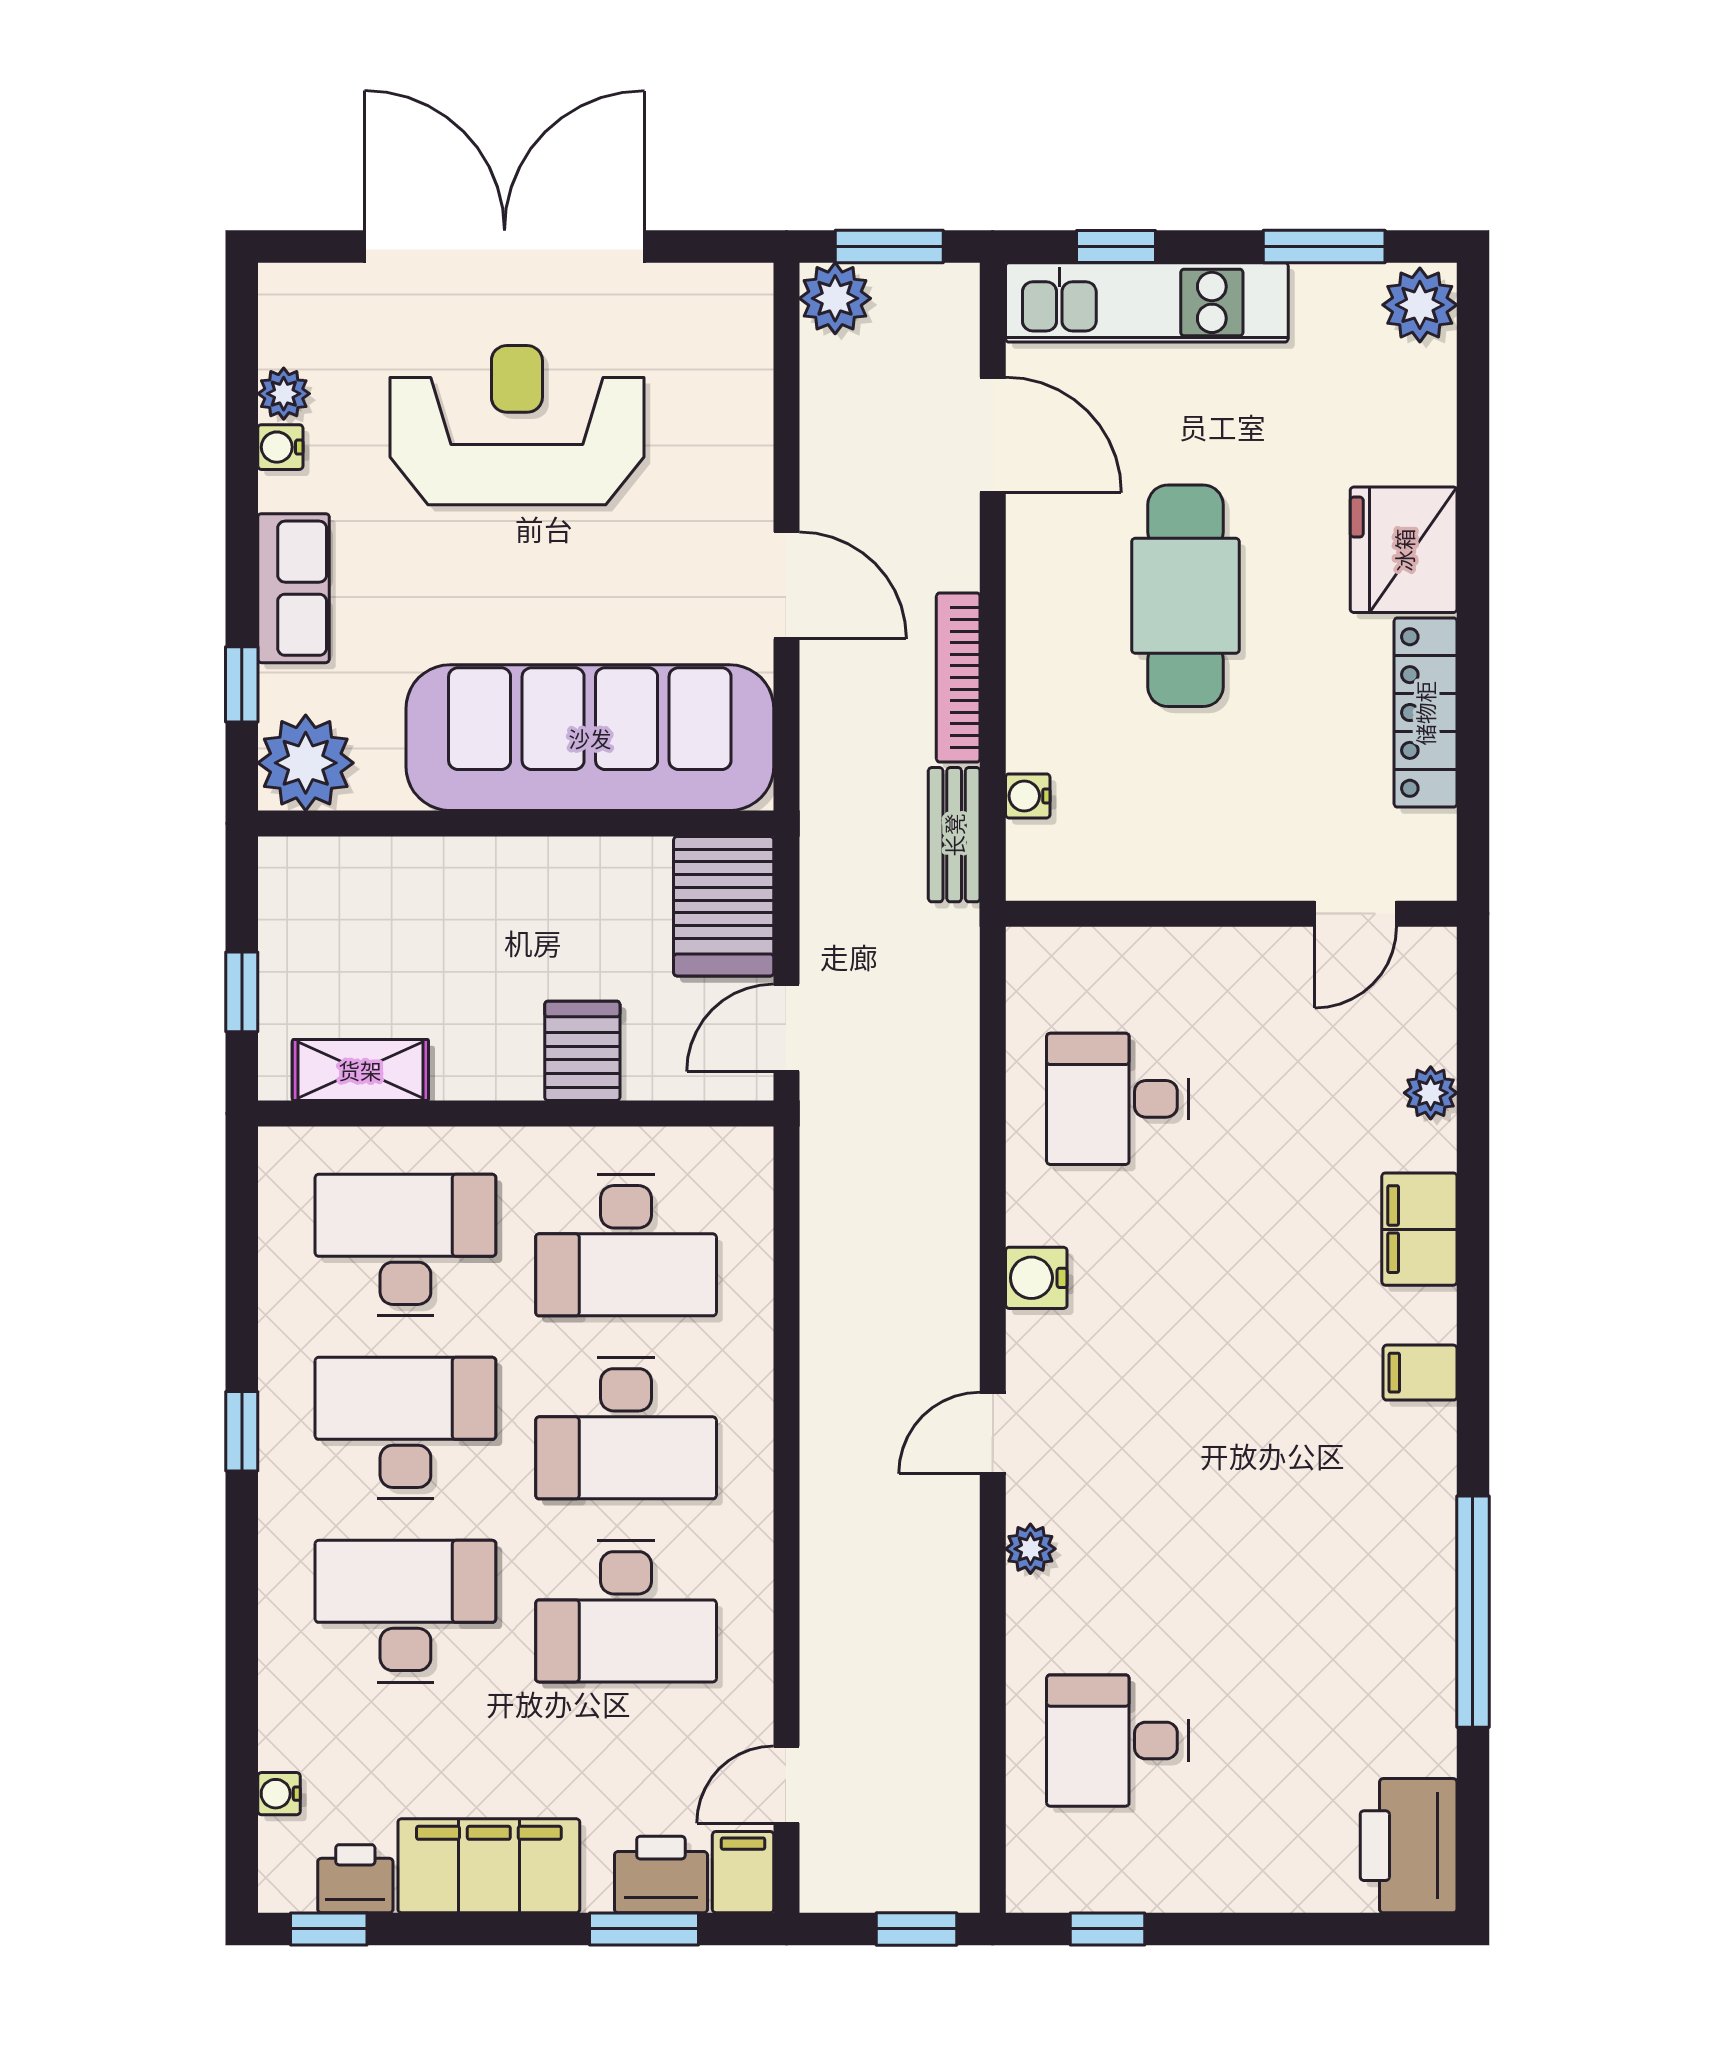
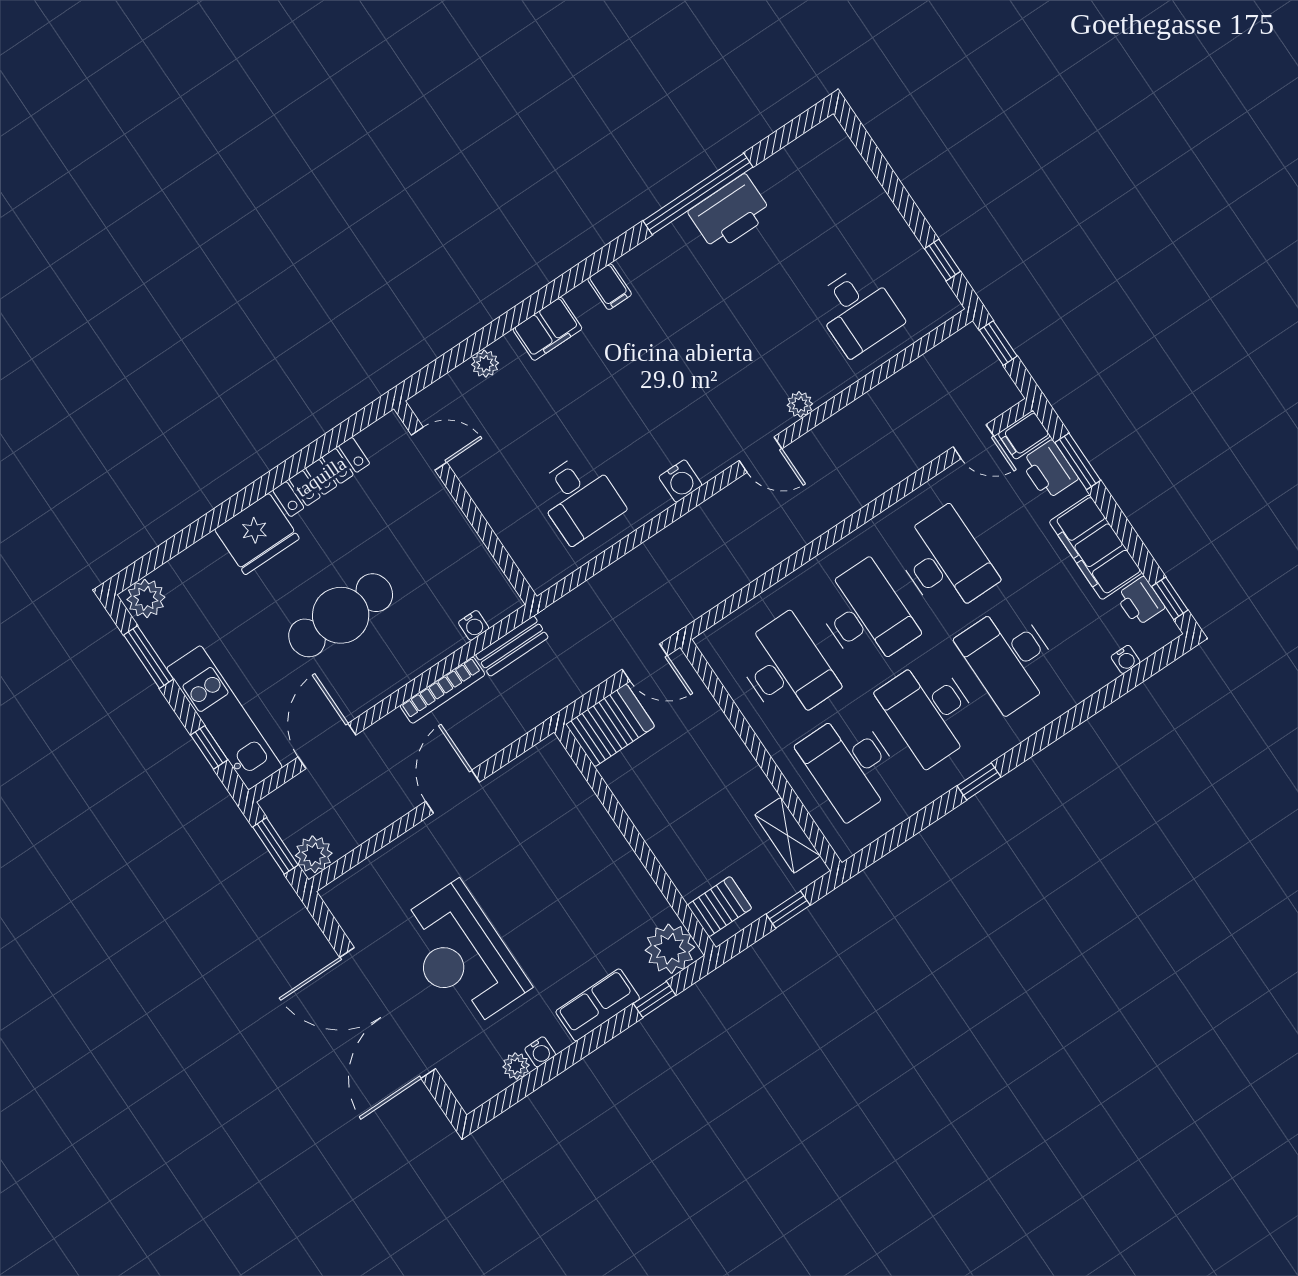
sofa: (590, 738) -> (576, 833), removed
server rack: (582, 1051) -> (719, 907), moved, turned 180
printer: (1409, 1846) -> (730, 213), moved

